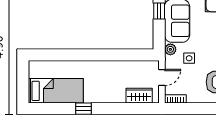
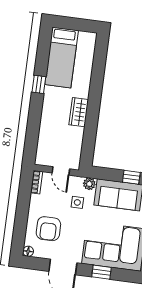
wardrobe: (139, 96) -> (79, 112), moved, turned 180

